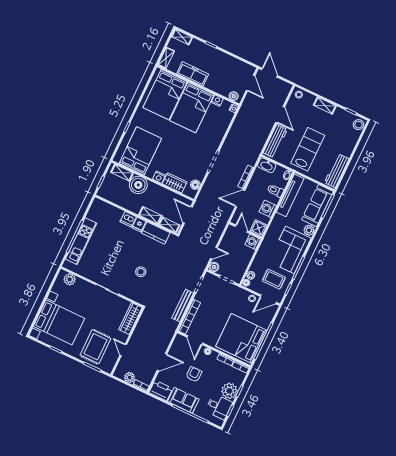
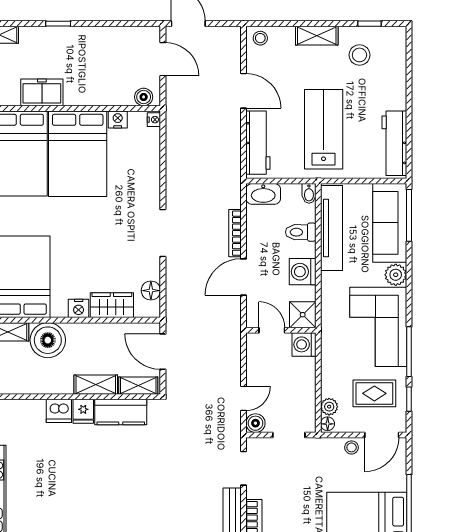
freezer: (193, 74) -> (42, 92), width x0.71
stool: (358, 125) -> (359, 55), moved
stool: (141, 272) -> (127, 495), removed

